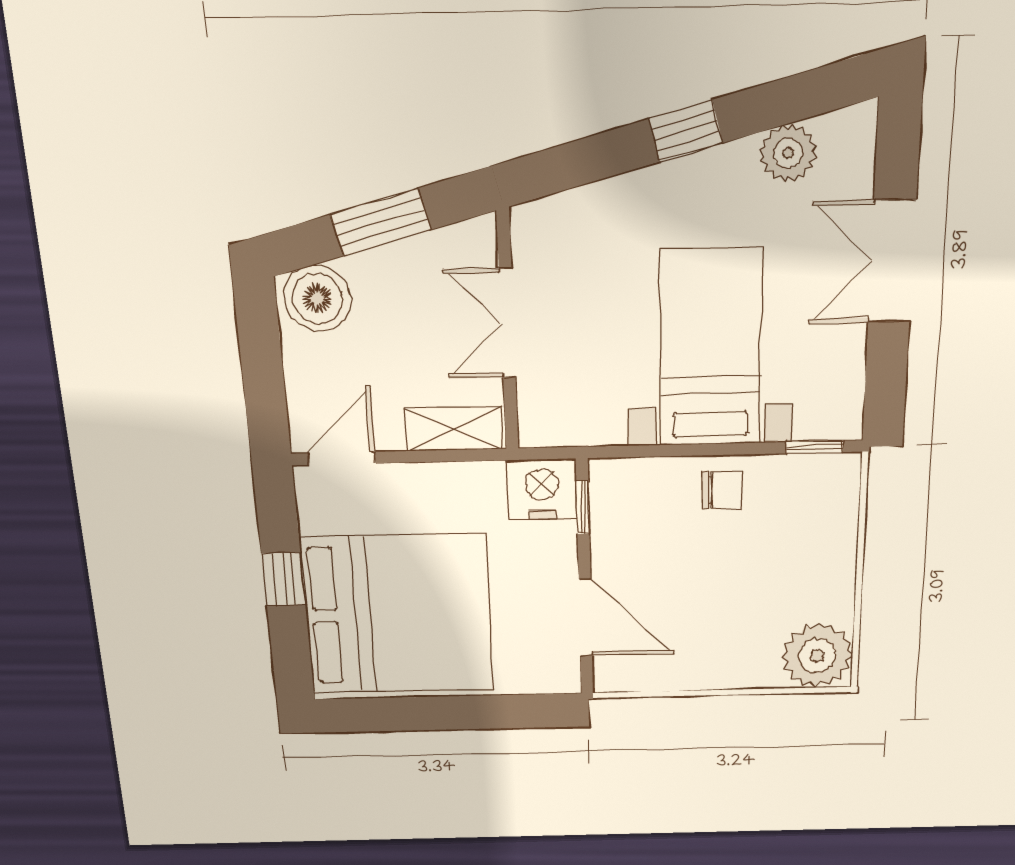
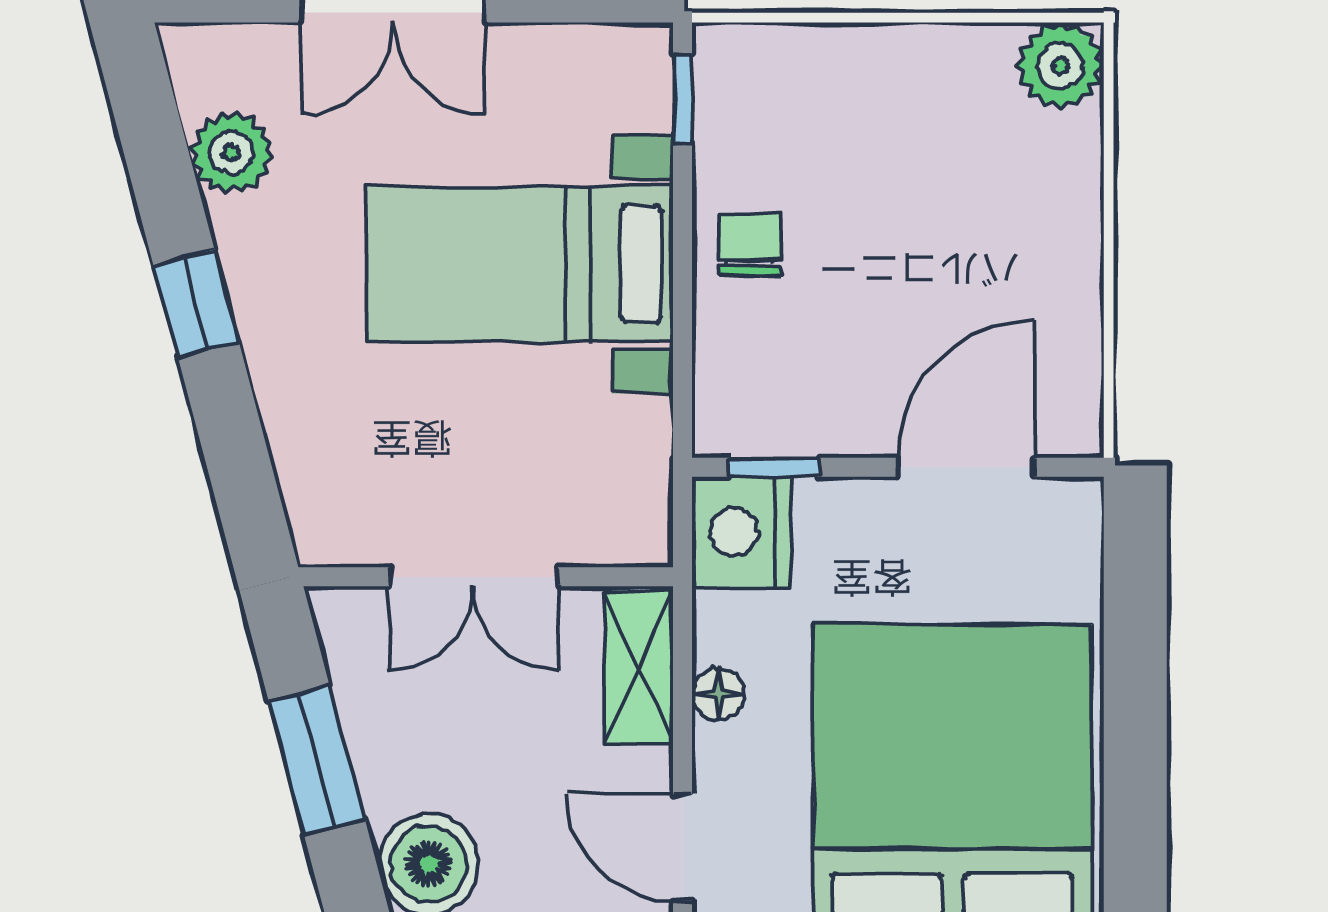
floor lamp: (440, 478) -> (718, 694), added
plant: (817, 656) -> (1060, 66), width x0.73, depth x0.73

